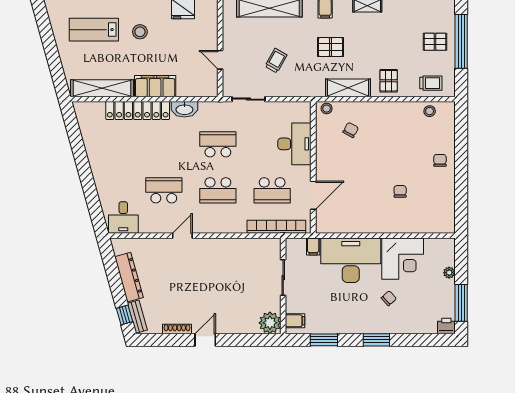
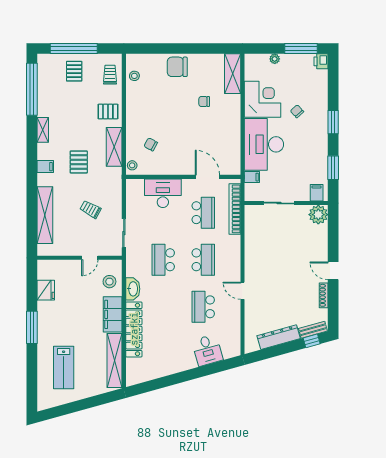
stool: (140, 32) -> (109, 282), moved
chair: (440, 160) -> (177, 67), width x1.87, depth x1.87
desk: (123, 217) -> (207, 350), moved, turned 74
shelving: (432, 224) -> (233, 74), added

